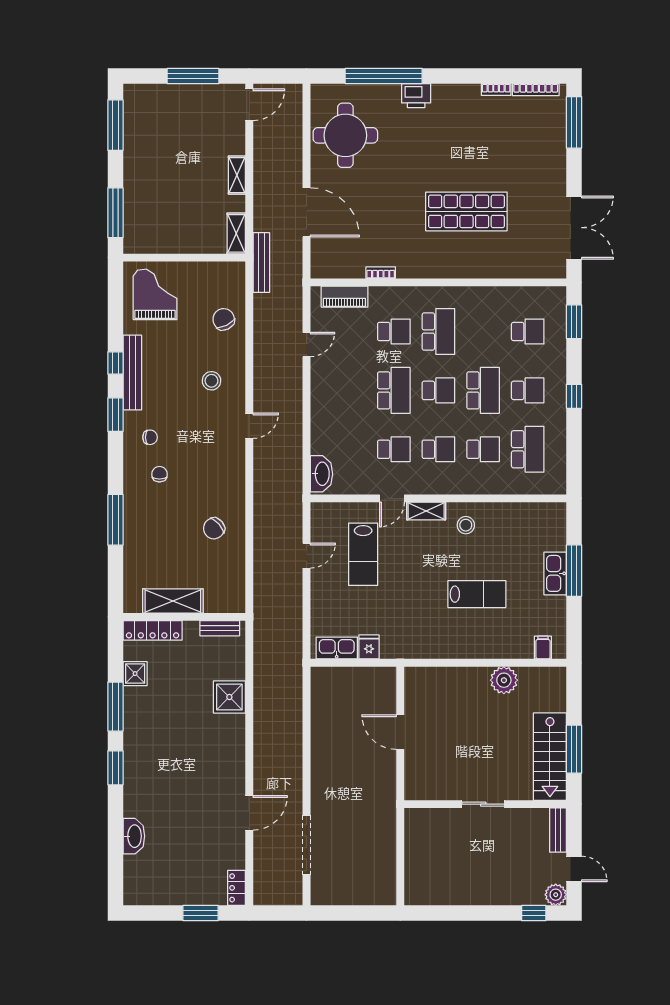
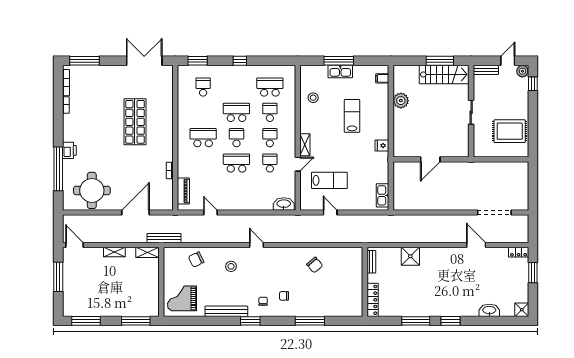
school desk: (394, 332) -> (203, 163), removed
window: (115, 363) -> (221, 321), removed
school desk: (528, 390) -> (236, 87), removed
door: (392, 498) -> (298, 164), hinge flipped
stool: (466, 525) -> (313, 98), moved
shelving: (173, 601) -> (356, 288), removed
fridge: (369, 647) -> (382, 146), moved
shower: (135, 674) -> (522, 310), moved
rug: (450, 872) -> (510, 131), added

